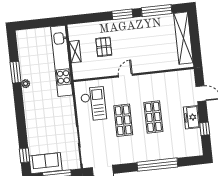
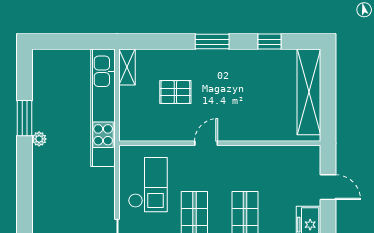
window: (157, 11) -> (270, 42), width x0.46
pallet: (104, 47) -> (175, 92), turned 90
shelving: (75, 52) -> (127, 67), moved

